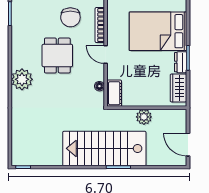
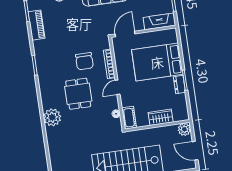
door: (106, 55) -> (117, 87), hinge flipped
wardrobe: (178, 88) -> (161, 117), moved, turned 90
plant: (144, 117) -> (184, 129), moved

